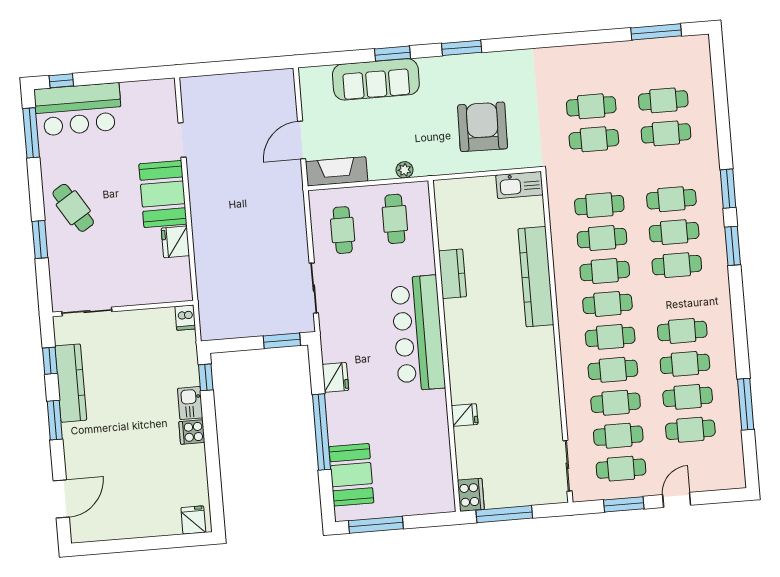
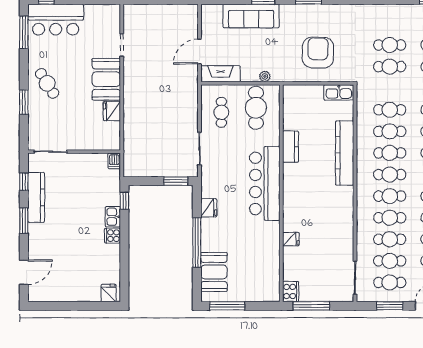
cafe table: (395, 219) -> (256, 108), width x1.37, depth x1.35

